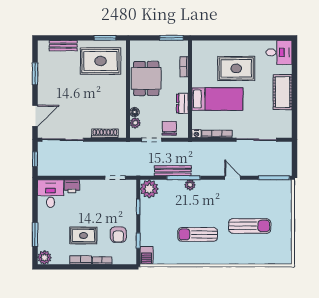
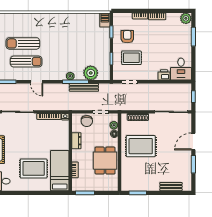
rug: (101, 61) -> (141, 146), moved
bed: (217, 99) -> (60, 171), moved, turned 90
door: (35, 116) -> (193, 141), moved
plant: (149, 189) -> (91, 73), moved
sun lounger: (198, 234) -> (26, 62), moved
rug: (83, 236) -> (131, 58), moved

